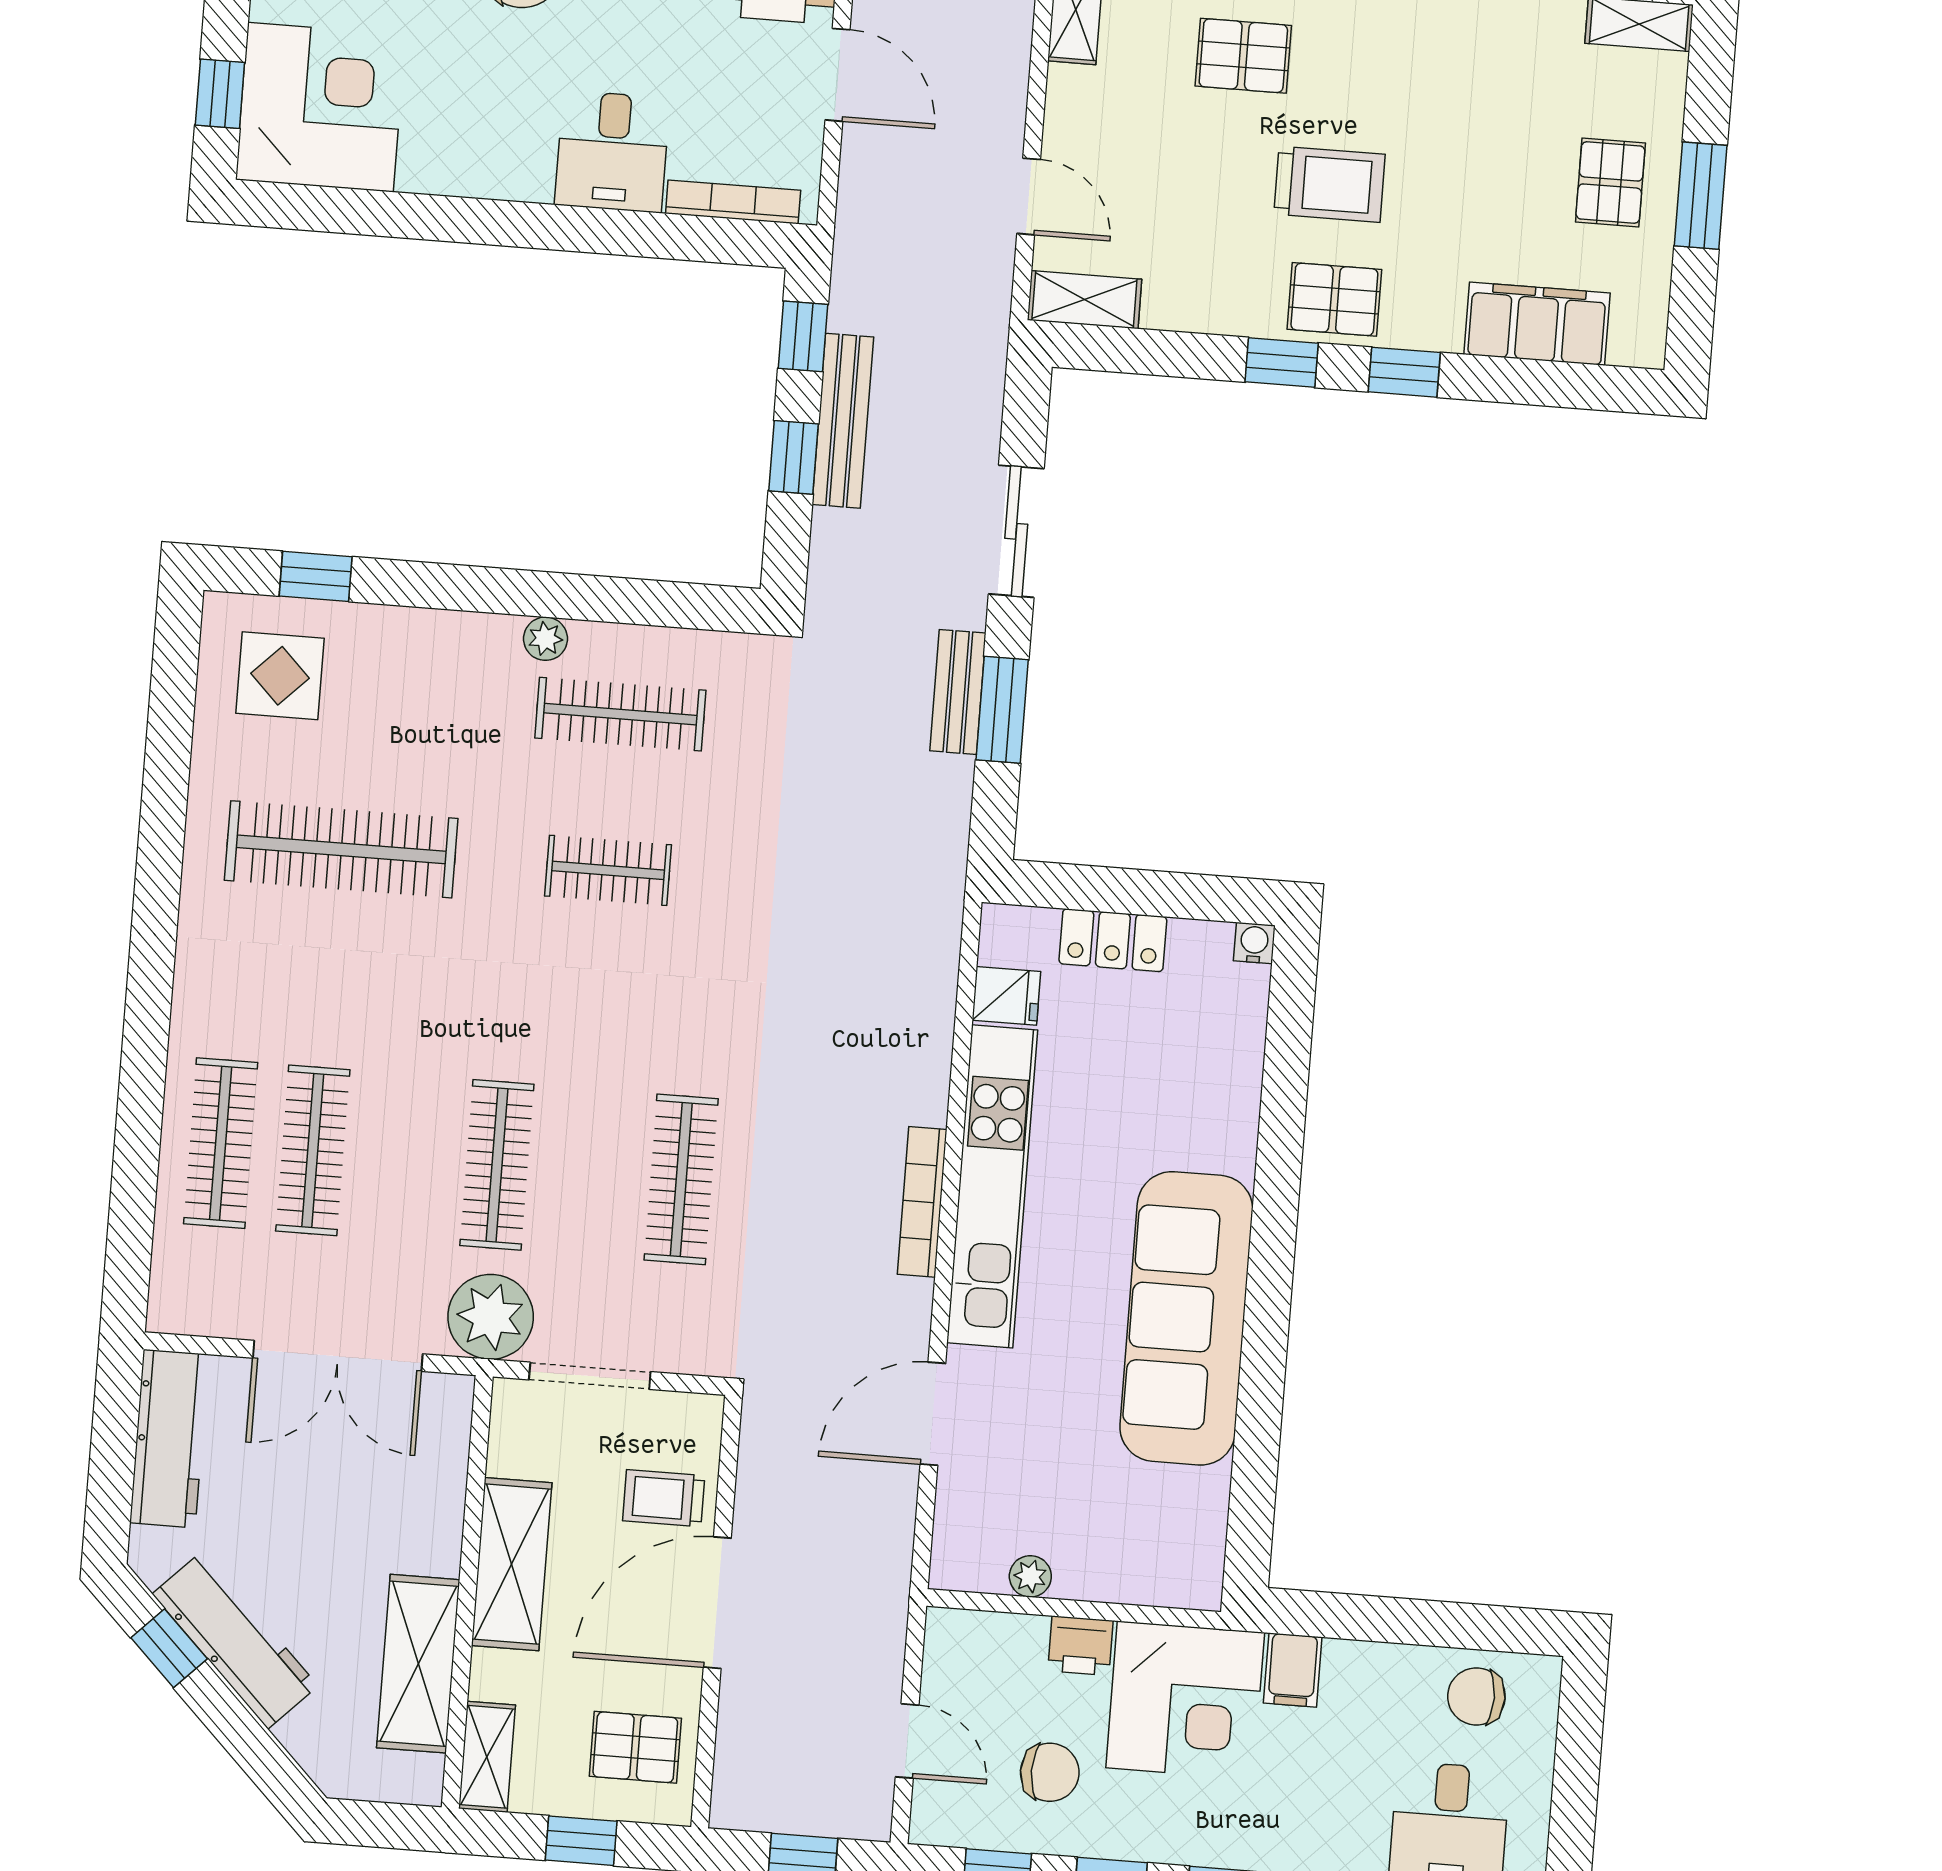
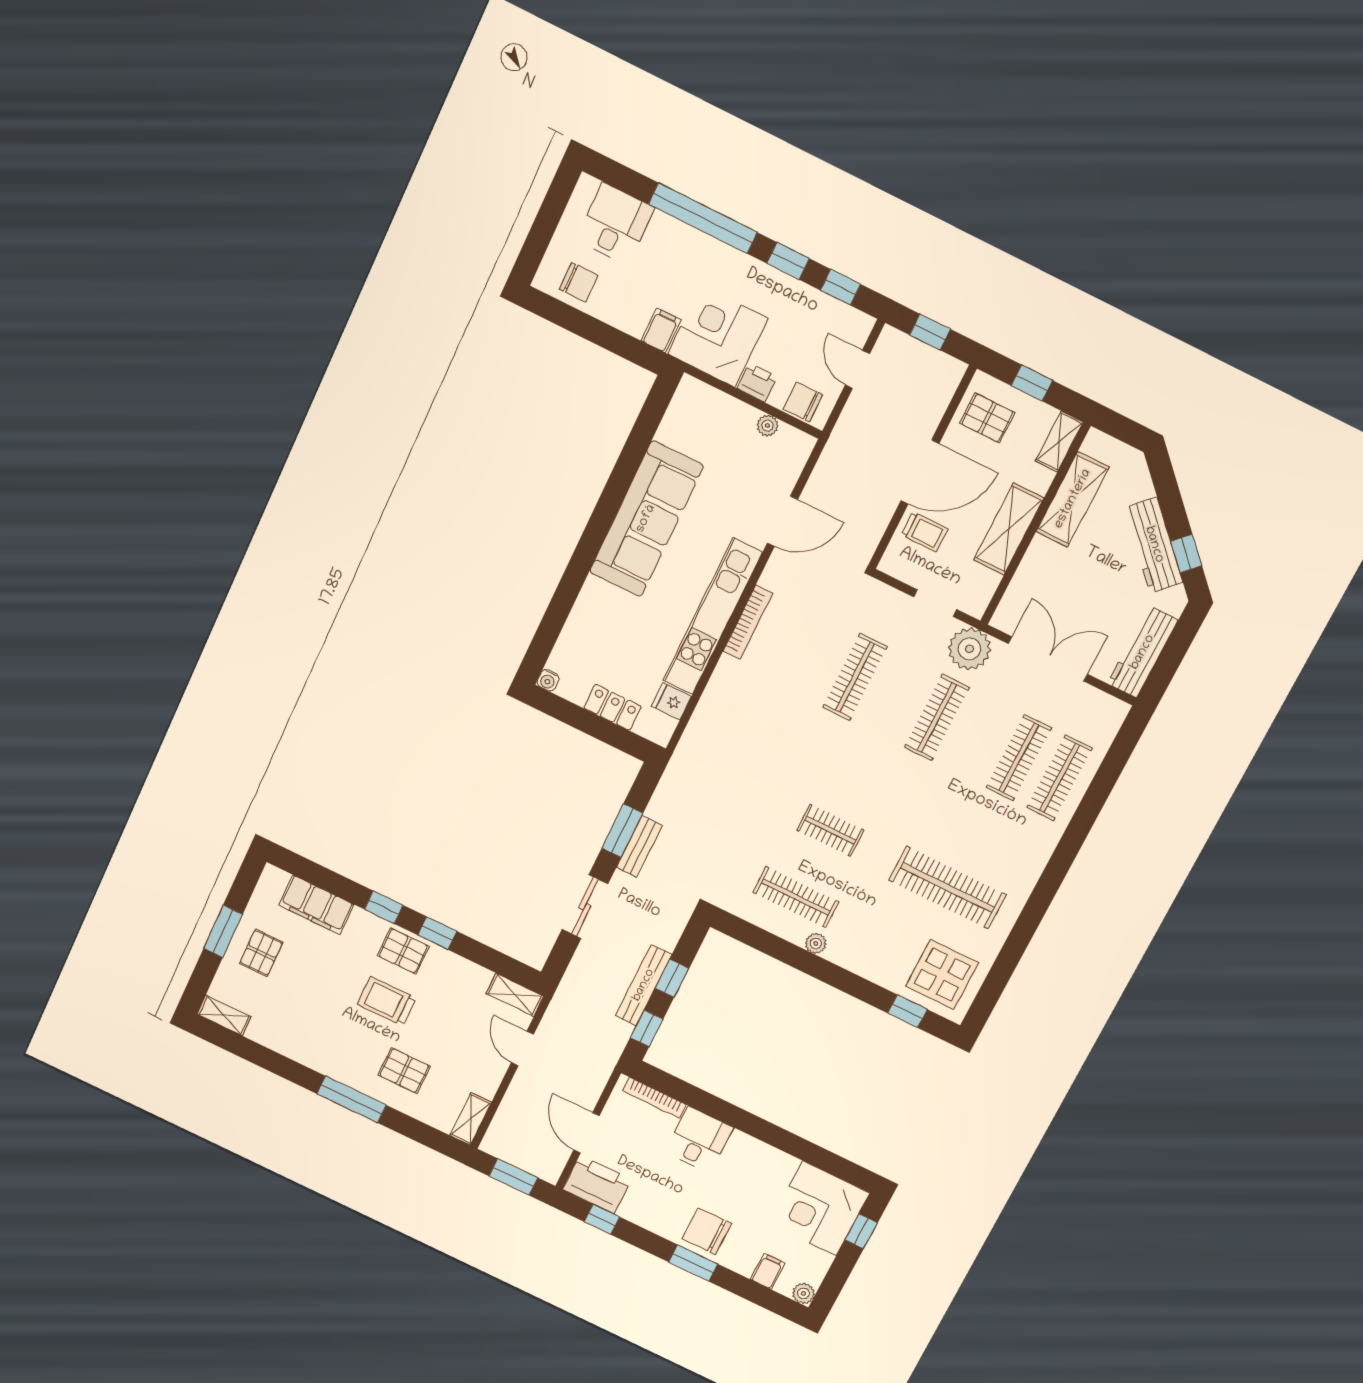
display table: (280, 676) -> (942, 975), width x1.36, depth x1.36
doorway: (590, 1376) -> (935, 603), width x0.73
chair: (1050, 1772) -> (803, 402), moved

